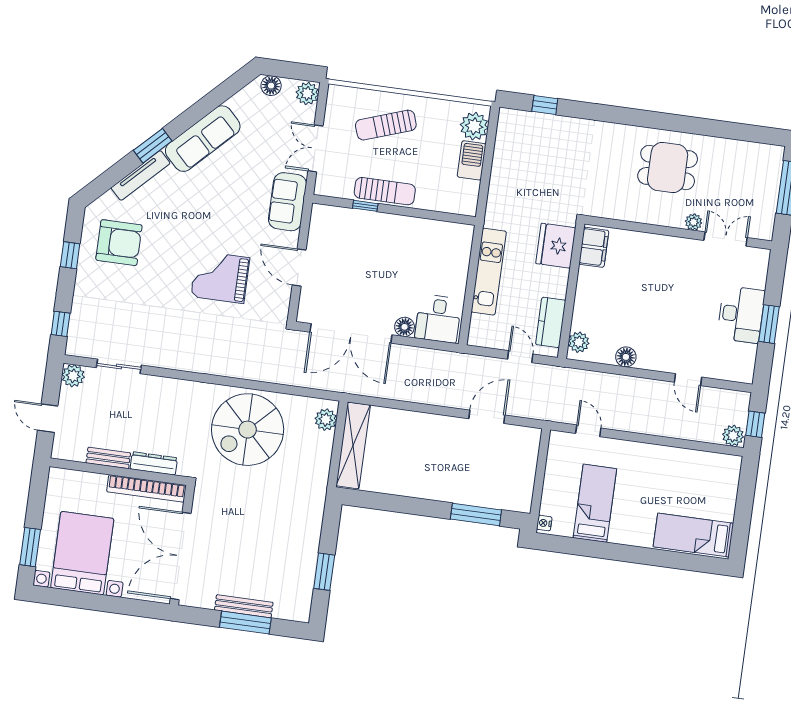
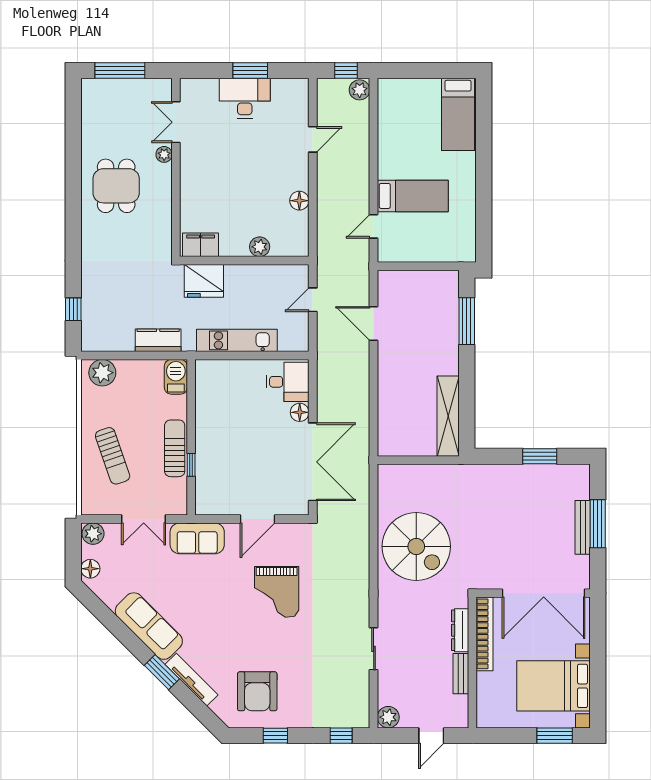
barbecue: (472, 160) -> (176, 377), moved, turned 90
armchair: (119, 243) -> (257, 691), turned 180
kitchen counter: (551, 322) -> (158, 340), moved, turned 180
plant: (579, 342) -> (260, 247), moved
sliding door: (119, 366) -> (374, 649), moved
plant: (326, 420) -> (397, 474), removed
shelving: (353, 445) -> (448, 416), moved, turned 90
bed: (595, 503) -> (413, 196), moved, turned 180
nightstand: (544, 523) -> (466, 256), removed

